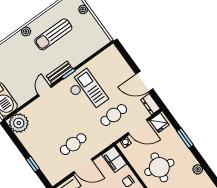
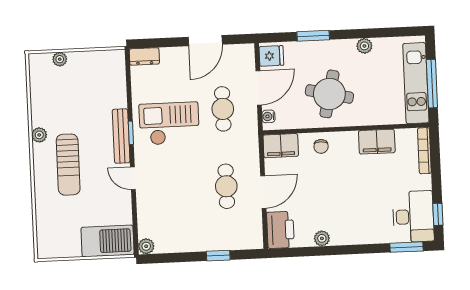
plant: (26, 31) -> (39, 135), moved
sun lounger: (53, 34) -> (68, 165), moved
bench: (59, 72) -> (121, 136), width x1.36
dresser: (150, 104) -> (144, 56), moved
plant: (19, 123) -> (146, 246), width x0.53, depth x0.53

